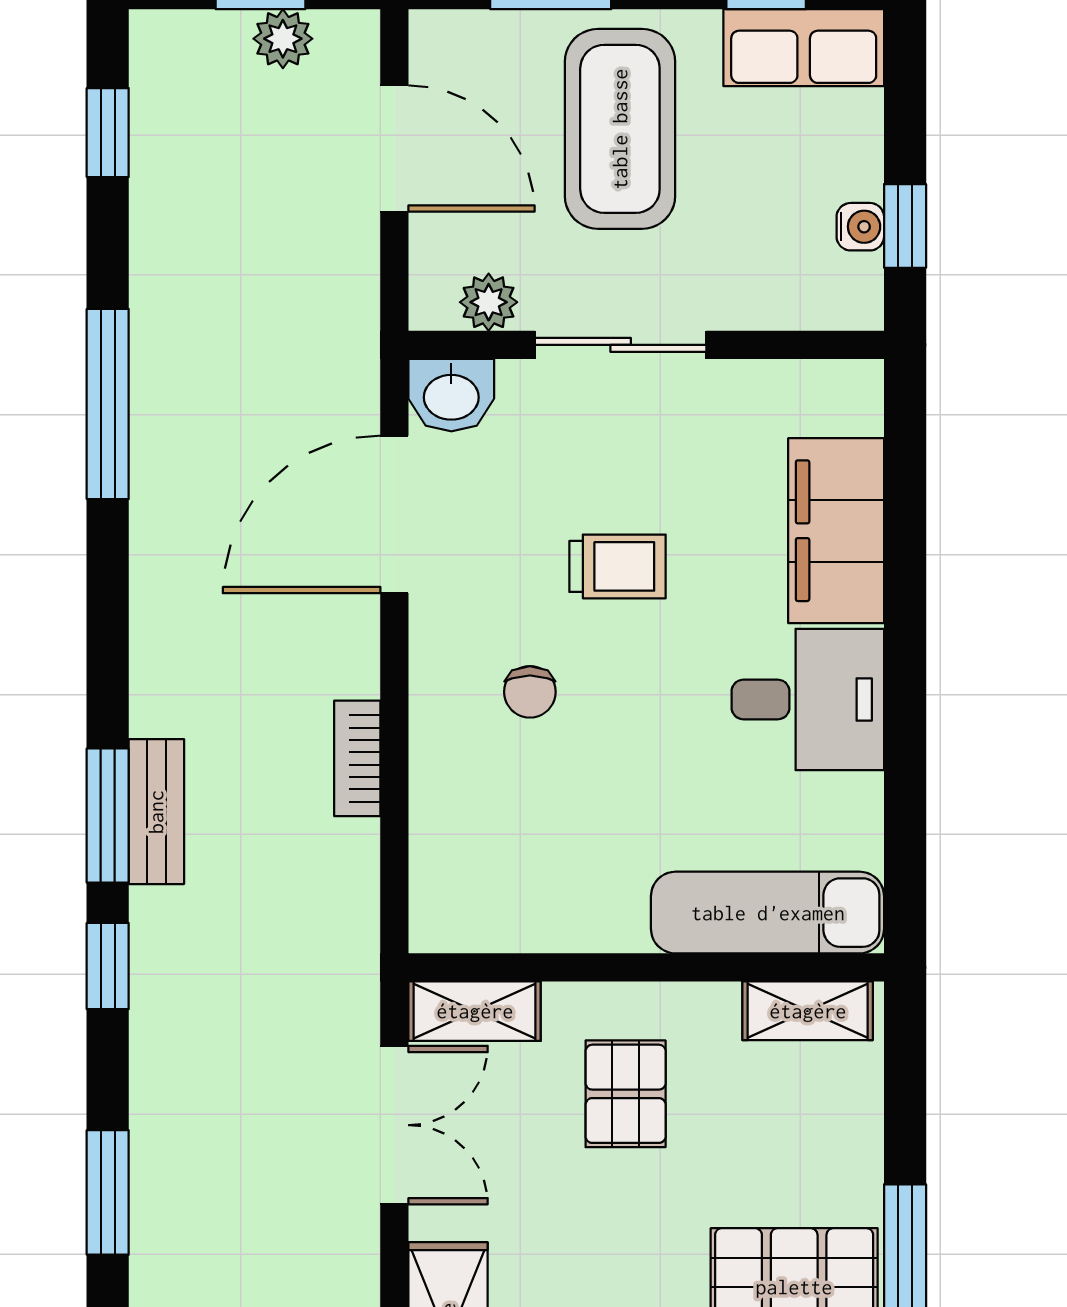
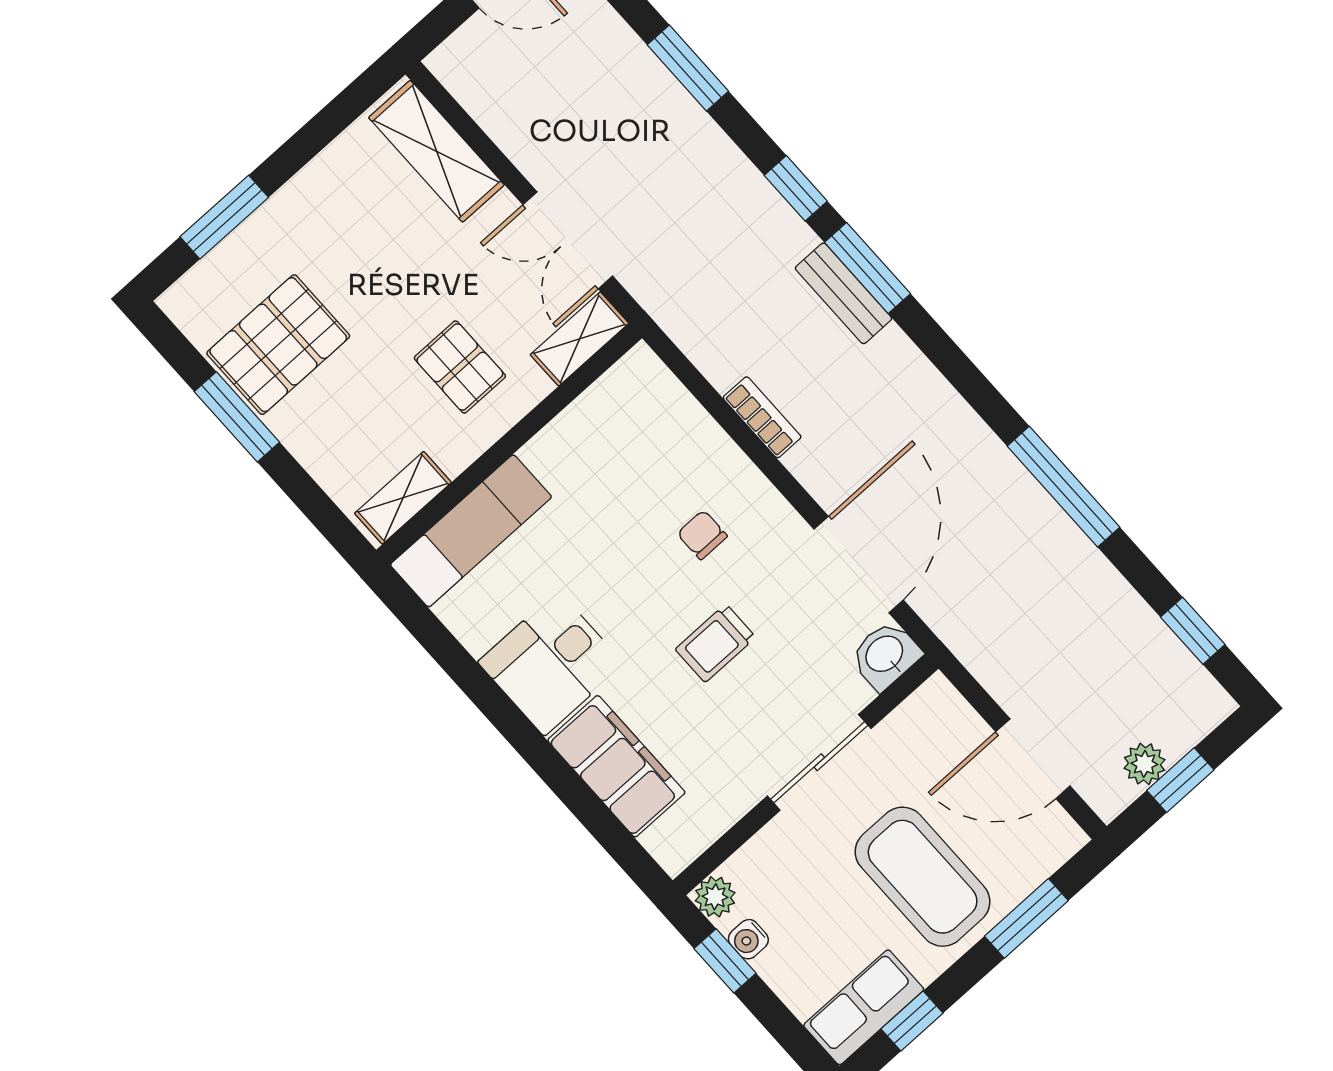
plant: (489, 302) -> (715, 897), moved

